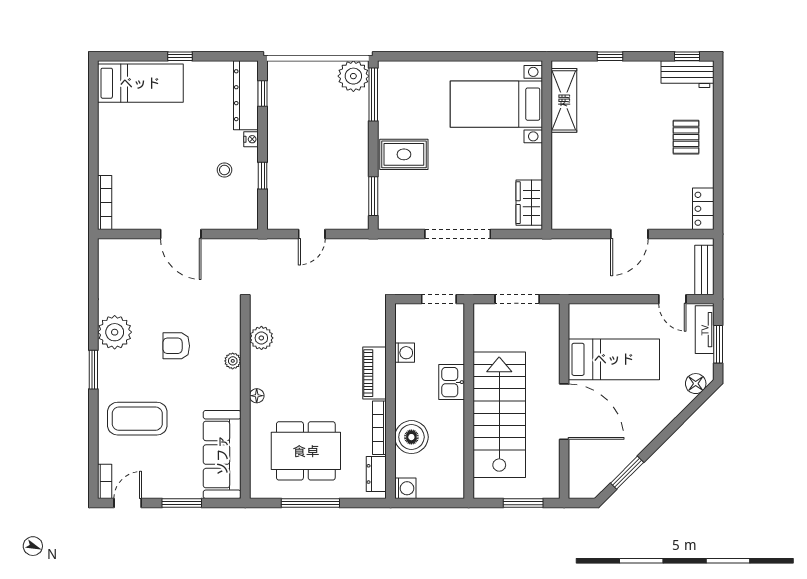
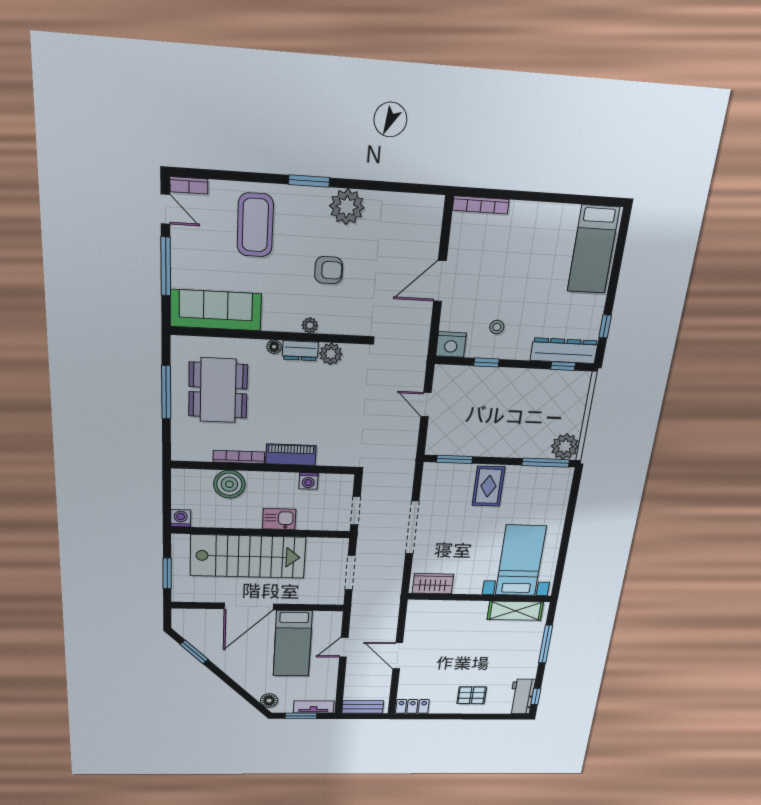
window: (180, 56) -> (605, 326), moved
window: (610, 56) -> (546, 644), width x2.17
nightstand: (251, 139) -> (451, 344), moved, width x1.89, depth x1.79
door: (672, 299) -> (344, 647), moved
armchair: (176, 346) -> (329, 270), turned 90
dresser: (376, 474) -> (300, 351), moved, turned 180
washing machine: (405, 488) -> (181, 518), moved, turned 180
window: (182, 503) -> (166, 266), width x1.44

